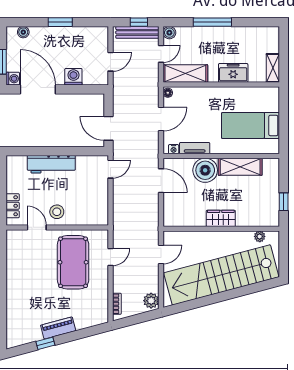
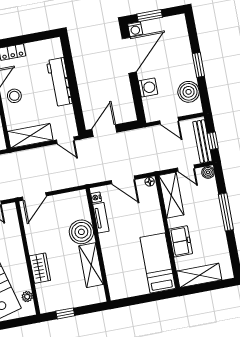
boiler: (23, 32) -> (189, 92), moved, width x1.86, depth x1.86
shelving: (273, 68) -> (199, 275), width x1.50, depth x1.33
bed: (250, 125) -> (158, 263), moved
door: (161, 181) -> (34, 196), moved
shelving: (100, 203) -> (30, 136), added
wardrobe: (221, 218) -> (40, 268), moved

